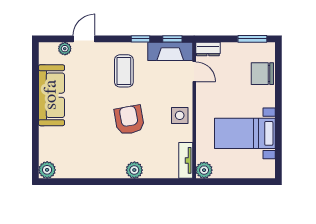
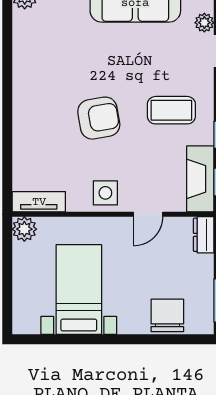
door: (194, 72) -> (148, 214), moved
plant: (134, 170) -> (24, 126), removed

